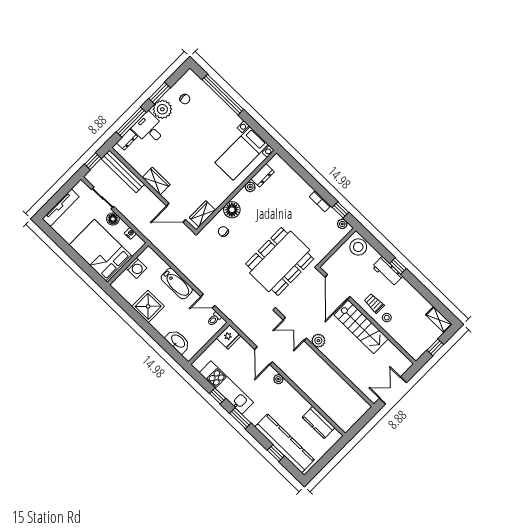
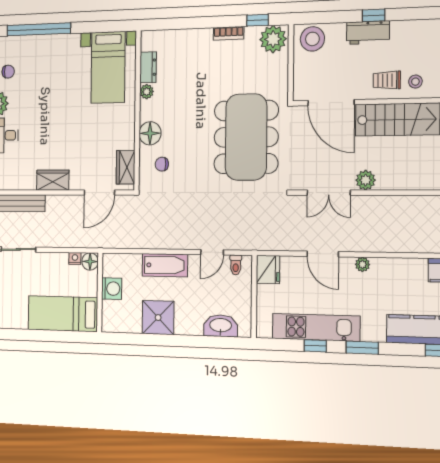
floor lamp: (113, 219) -> (90, 261), moved
plant: (342, 224) -> (273, 39), width x1.87, depth x1.87
bed: (101, 251) -> (63, 314), width x0.67

